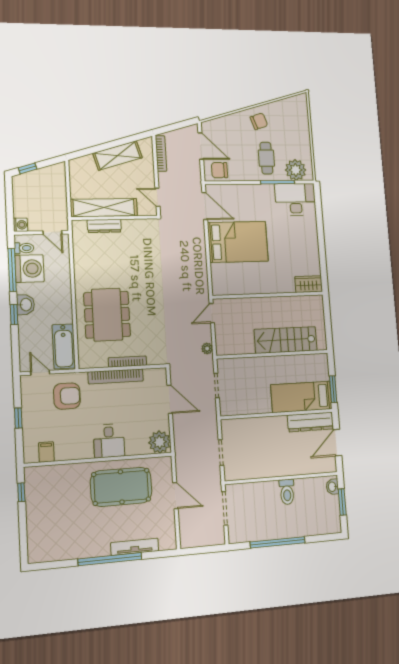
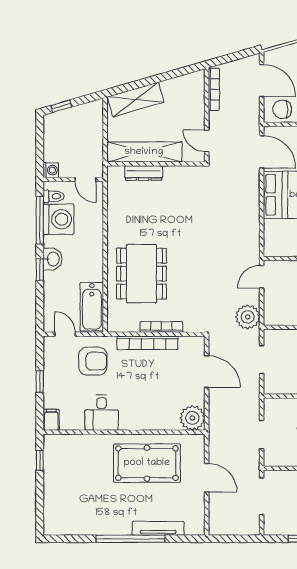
shelving: (118, 155) -> (136, 99), moved
plant: (207, 348) -> (248, 317), width x1.88, depth x1.88
desk: (109, 441) -> (102, 413), moved
filing cabinet: (46, 452) -> (51, 420), moved

